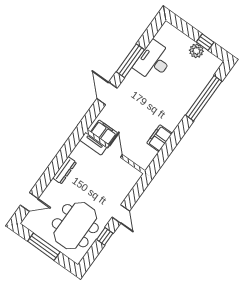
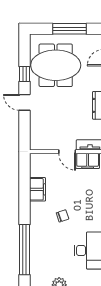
chair: (155, 103) -> (63, 216), added
meeting table: (75, 226) -> (56, 65), turned 90

